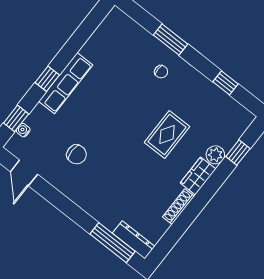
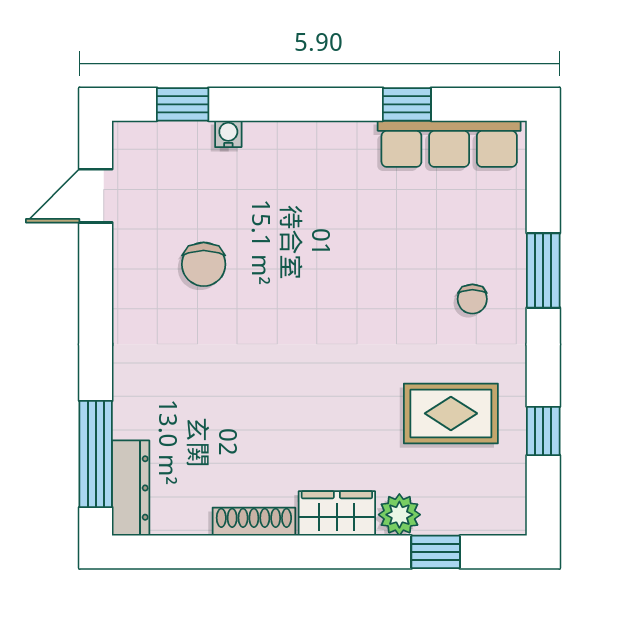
window: (47, 79) -> (407, 104), moved
row of seats: (66, 83) -> (449, 144), moved
water cooler: (23, 130) -> (228, 134), moved
rug: (167, 134) -> (451, 413), moved

